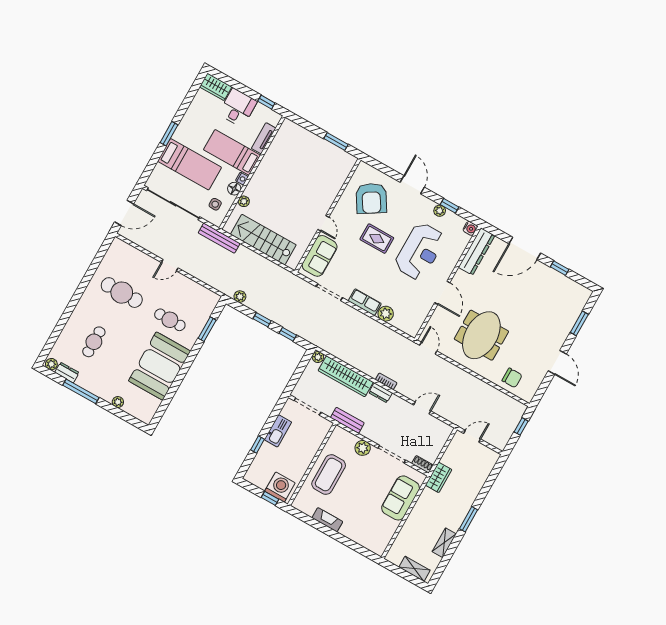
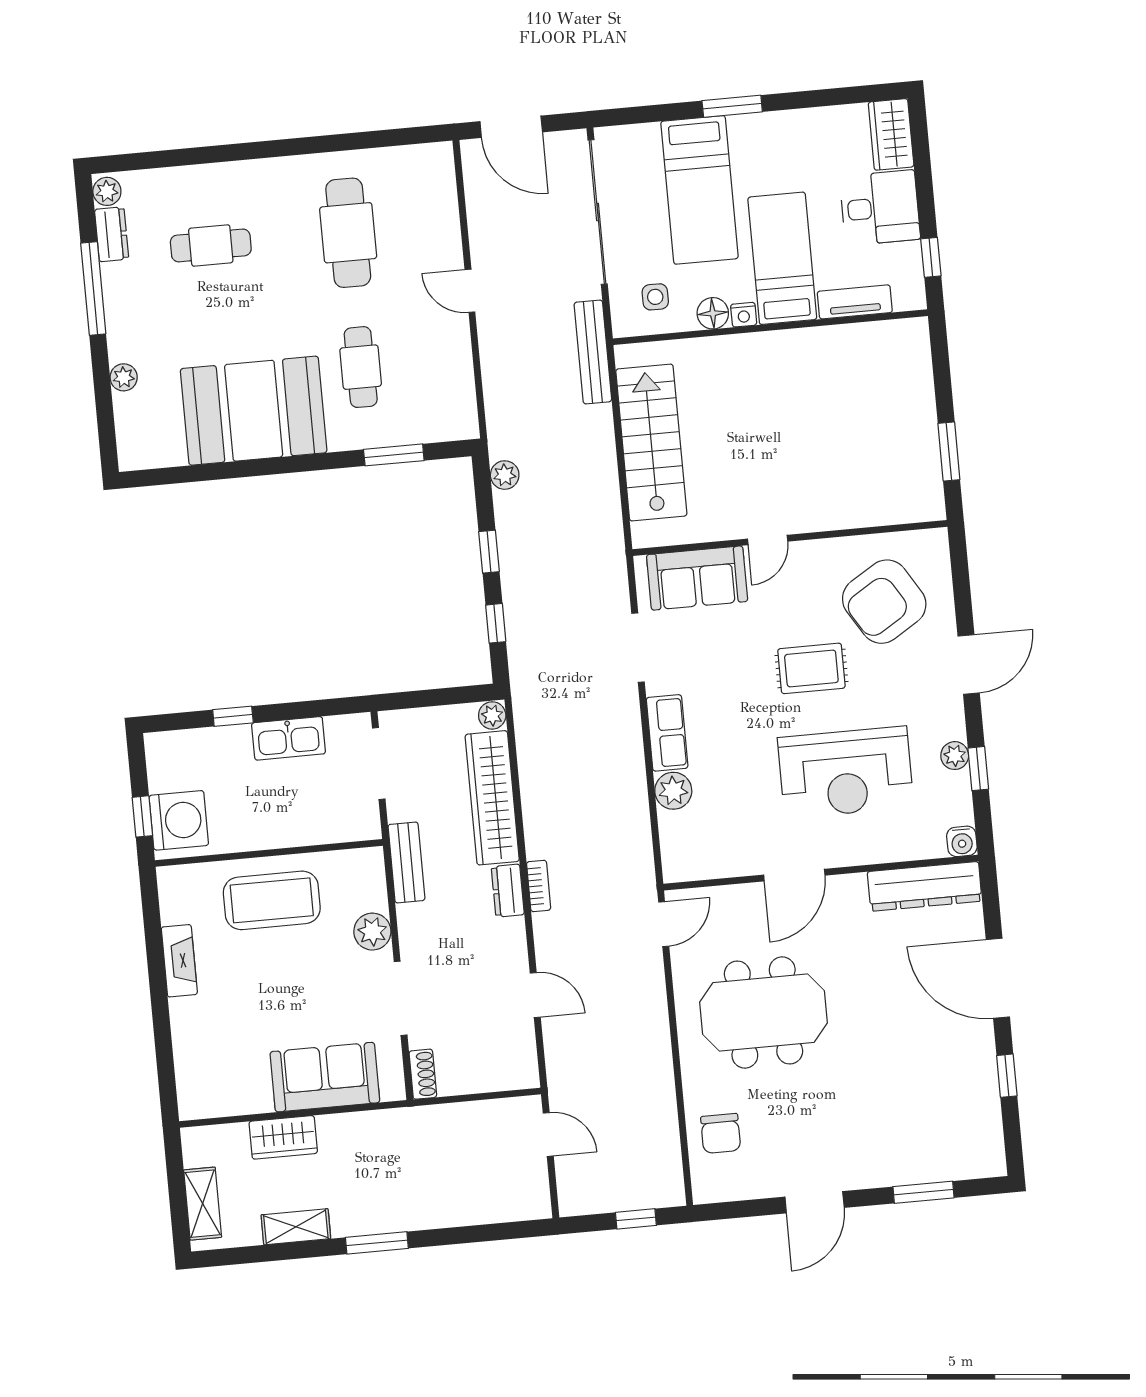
plant: (244, 201) -> (701, 350), removed
rug: (377, 239) -> (811, 668), turned 90
wardrobe: (439, 477) -> (283, 1137), moved

